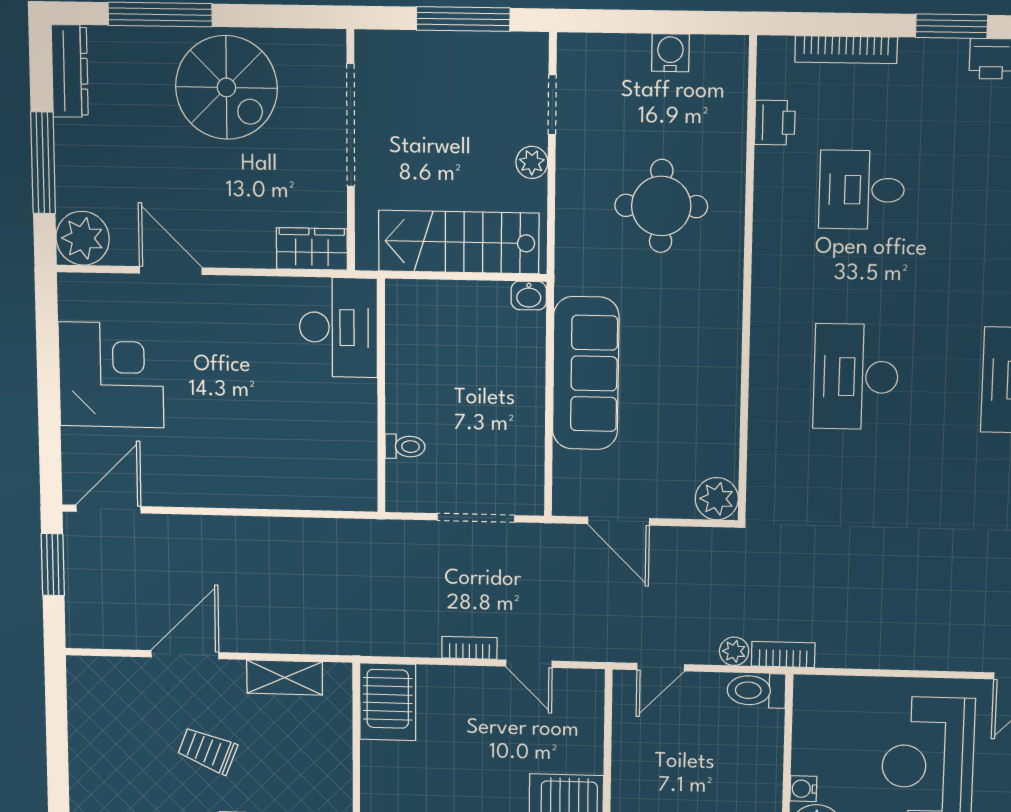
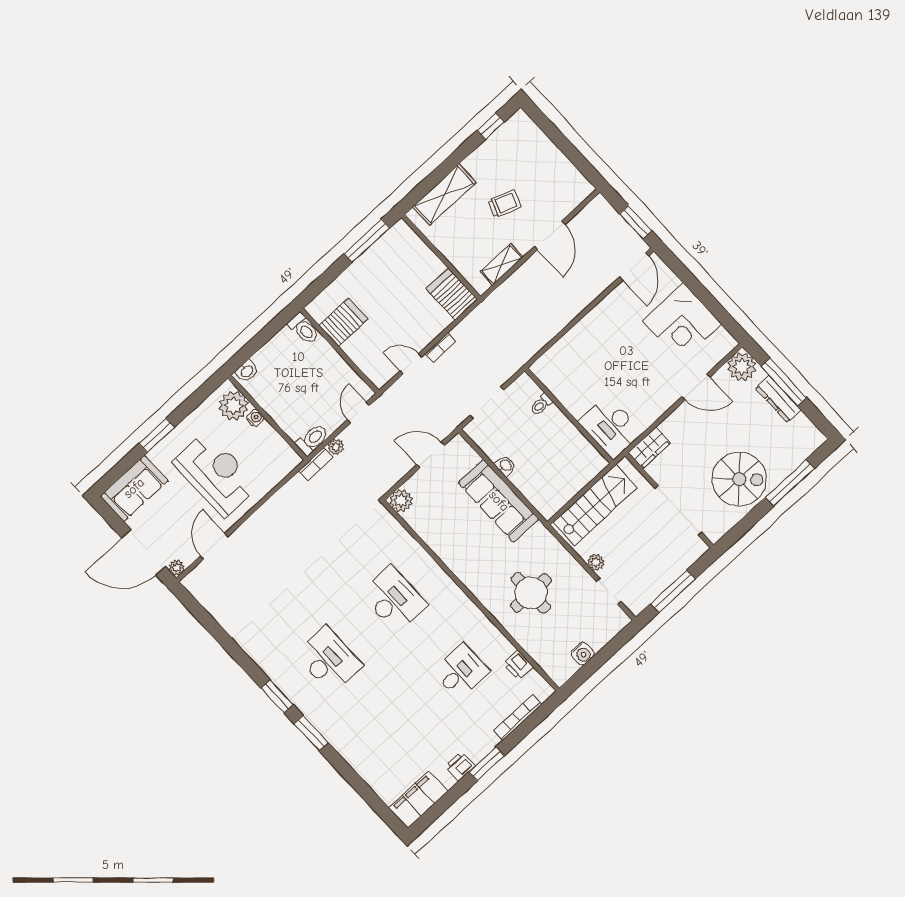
dresser: (70, 71) -> (778, 399), moved
spiral stairs: (226, 87) -> (739, 479), turned 180
washbasin: (529, 296) -> (505, 466), moved, turned 90

